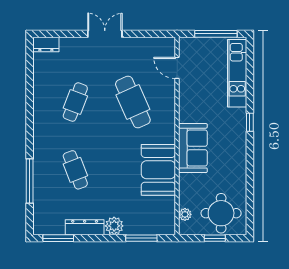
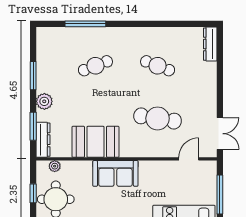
double door: (105, 34) -> (220, 134), moved
dresser: (46, 44) -> (210, 44), width x1.44
cafe table: (133, 102) -> (158, 118), turned 33
dresser: (85, 227) -> (43, 140), moved
window: (58, 238) -> (33, 76), moved

